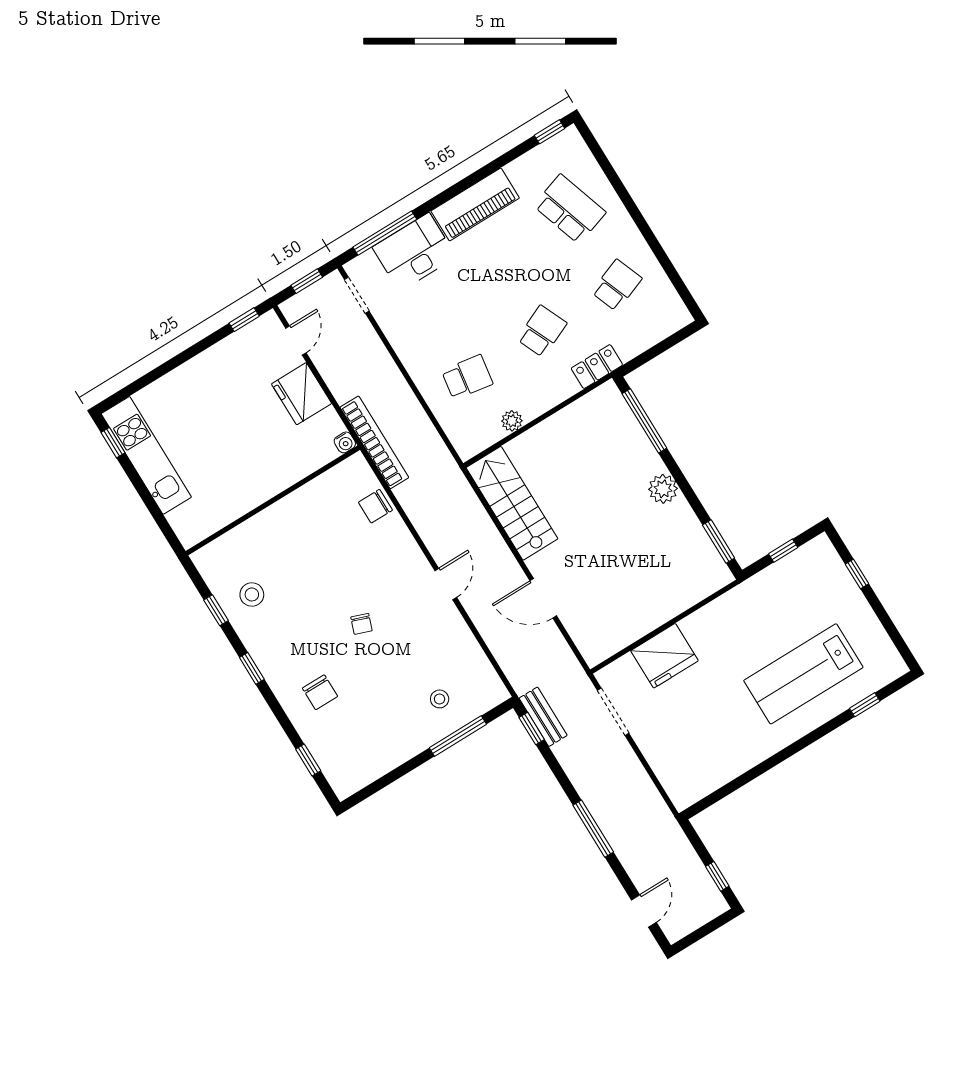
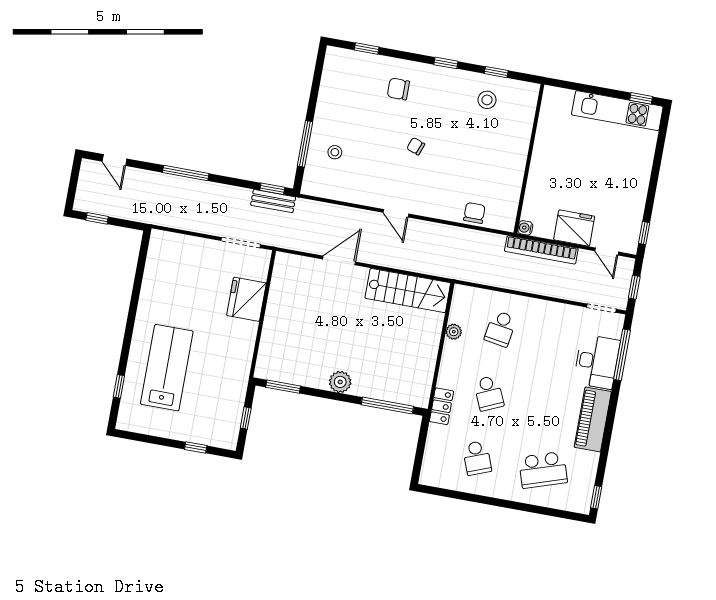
bookcase: (374, 442) -> (541, 250), moved

